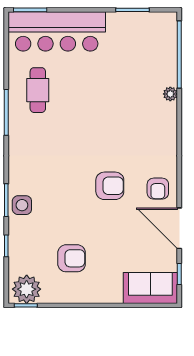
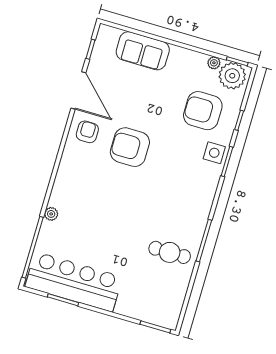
bar counter: (57, 31) -> (74, 282), moved
cafe table: (38, 90) -> (170, 252), turned 90
armchair: (110, 186) -> (130, 147), width x1.36, depth x1.36
armchair: (72, 258) -> (203, 111), moved, width x1.36, depth x1.36
sofa: (150, 288) -> (143, 51), moved
plant: (49, 297) -> (214, 63), added

